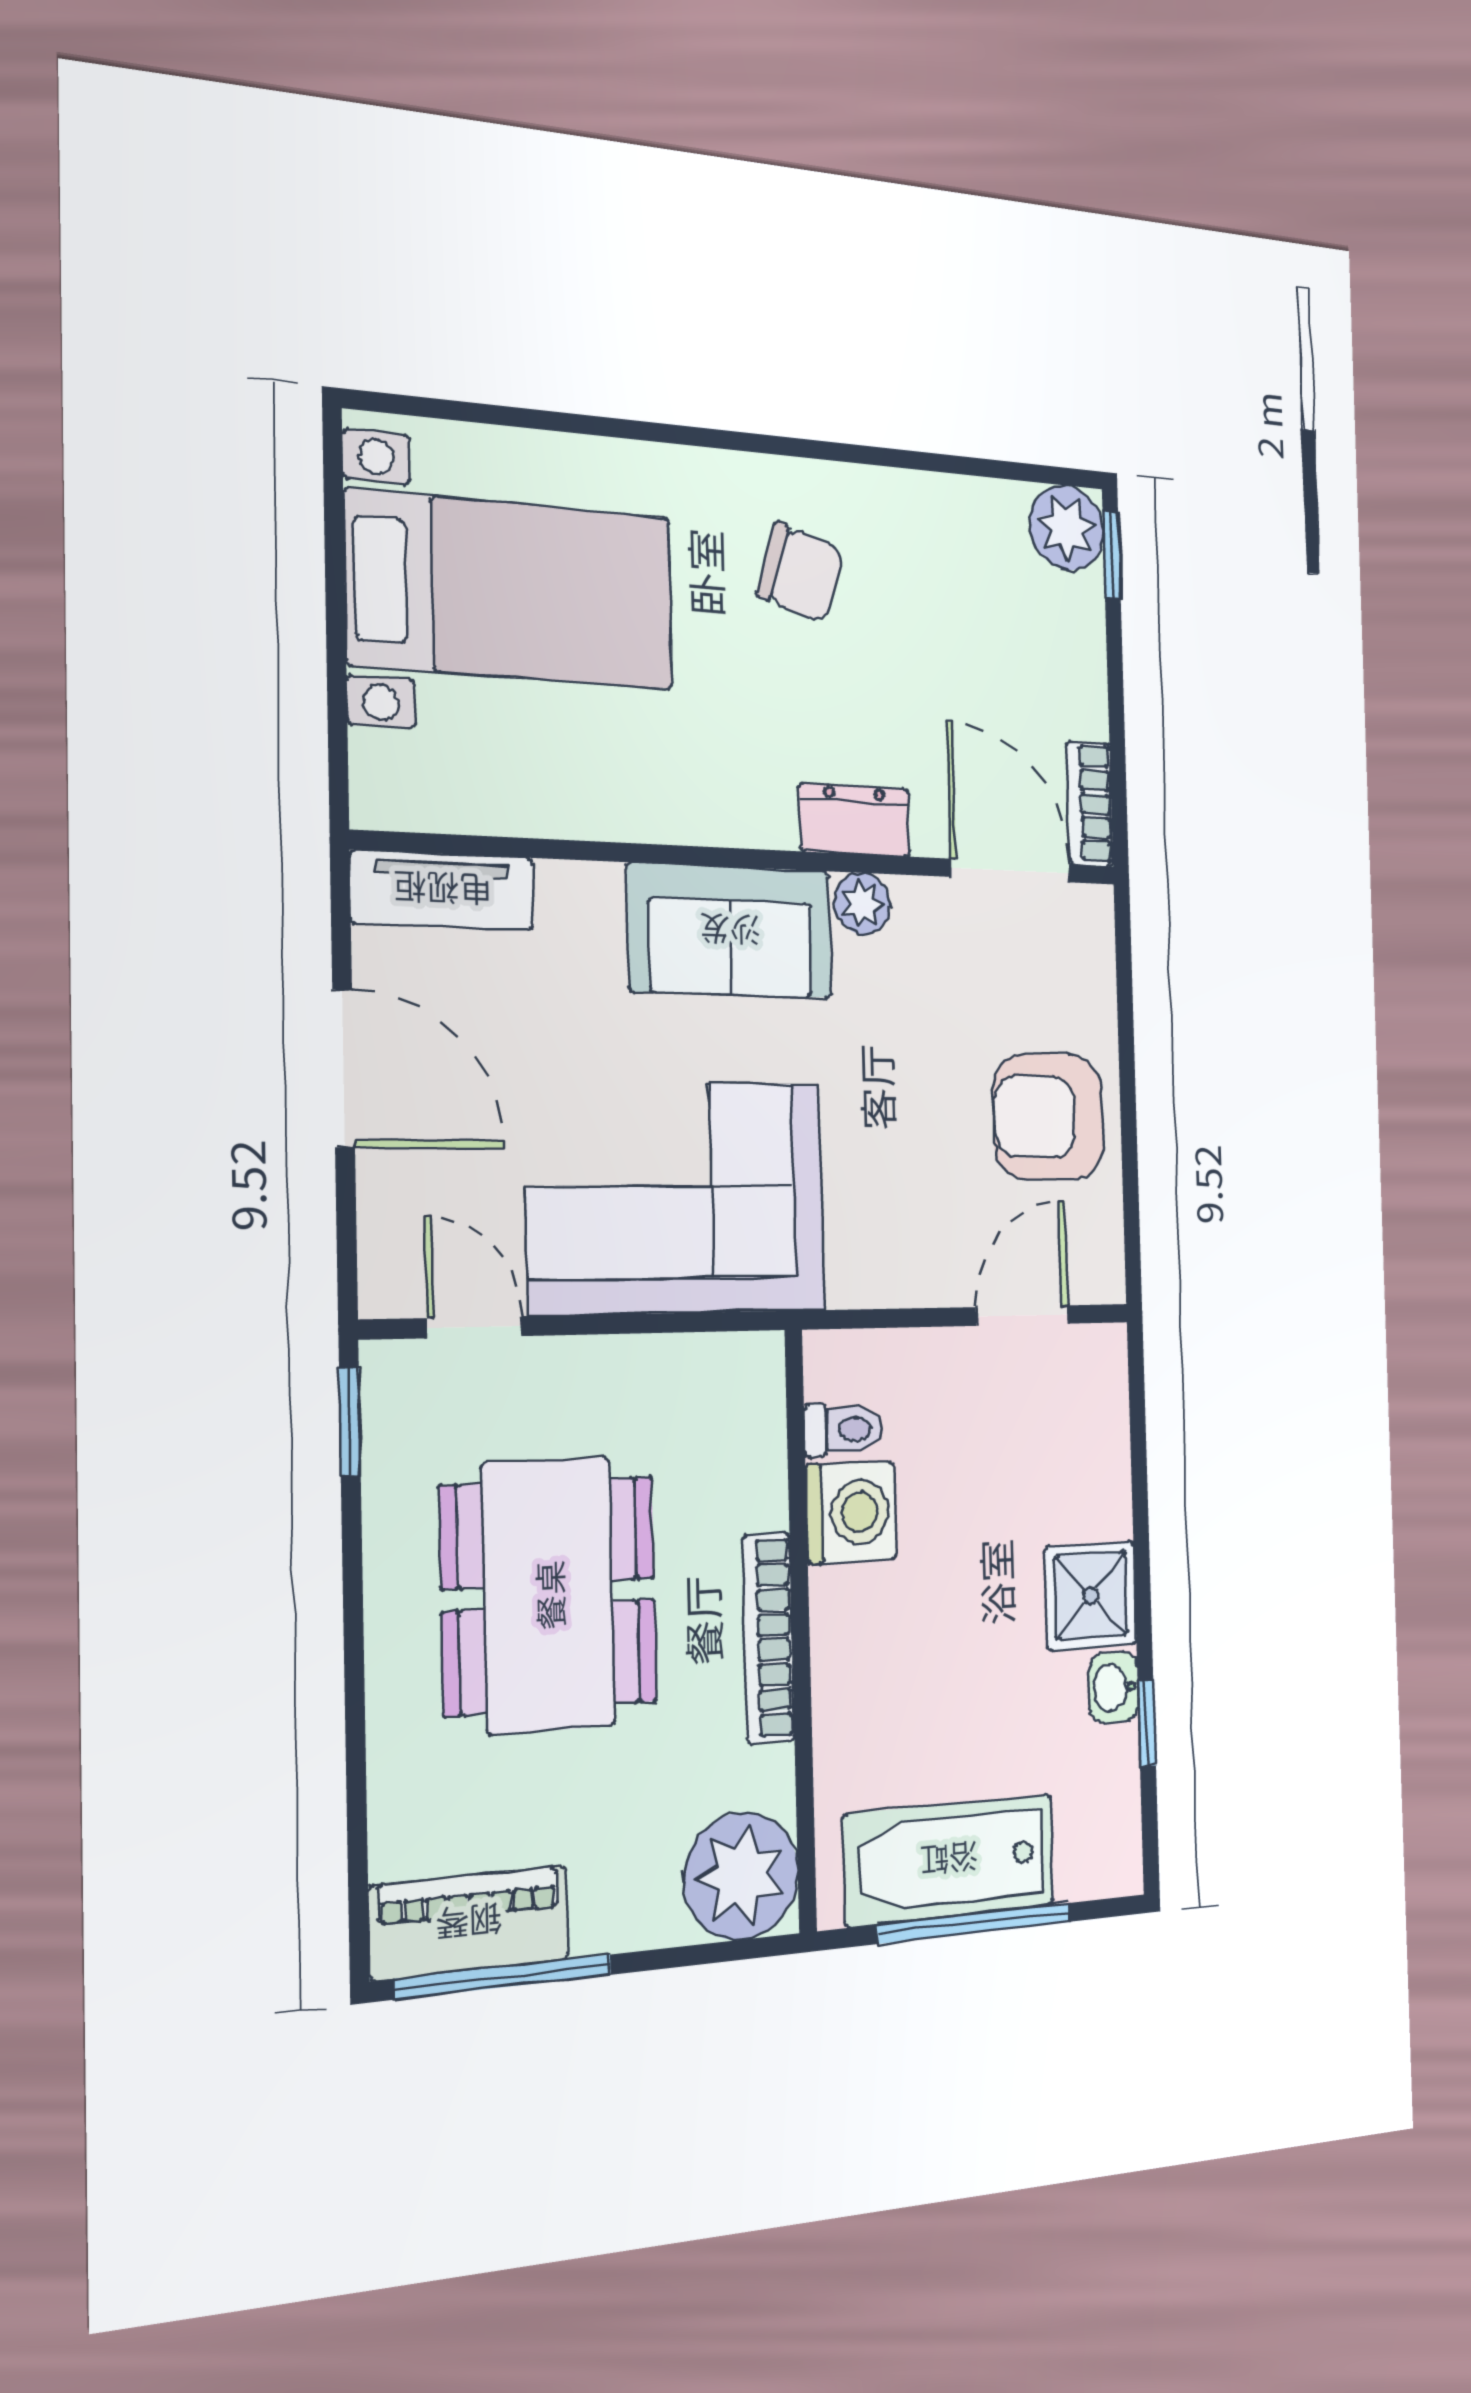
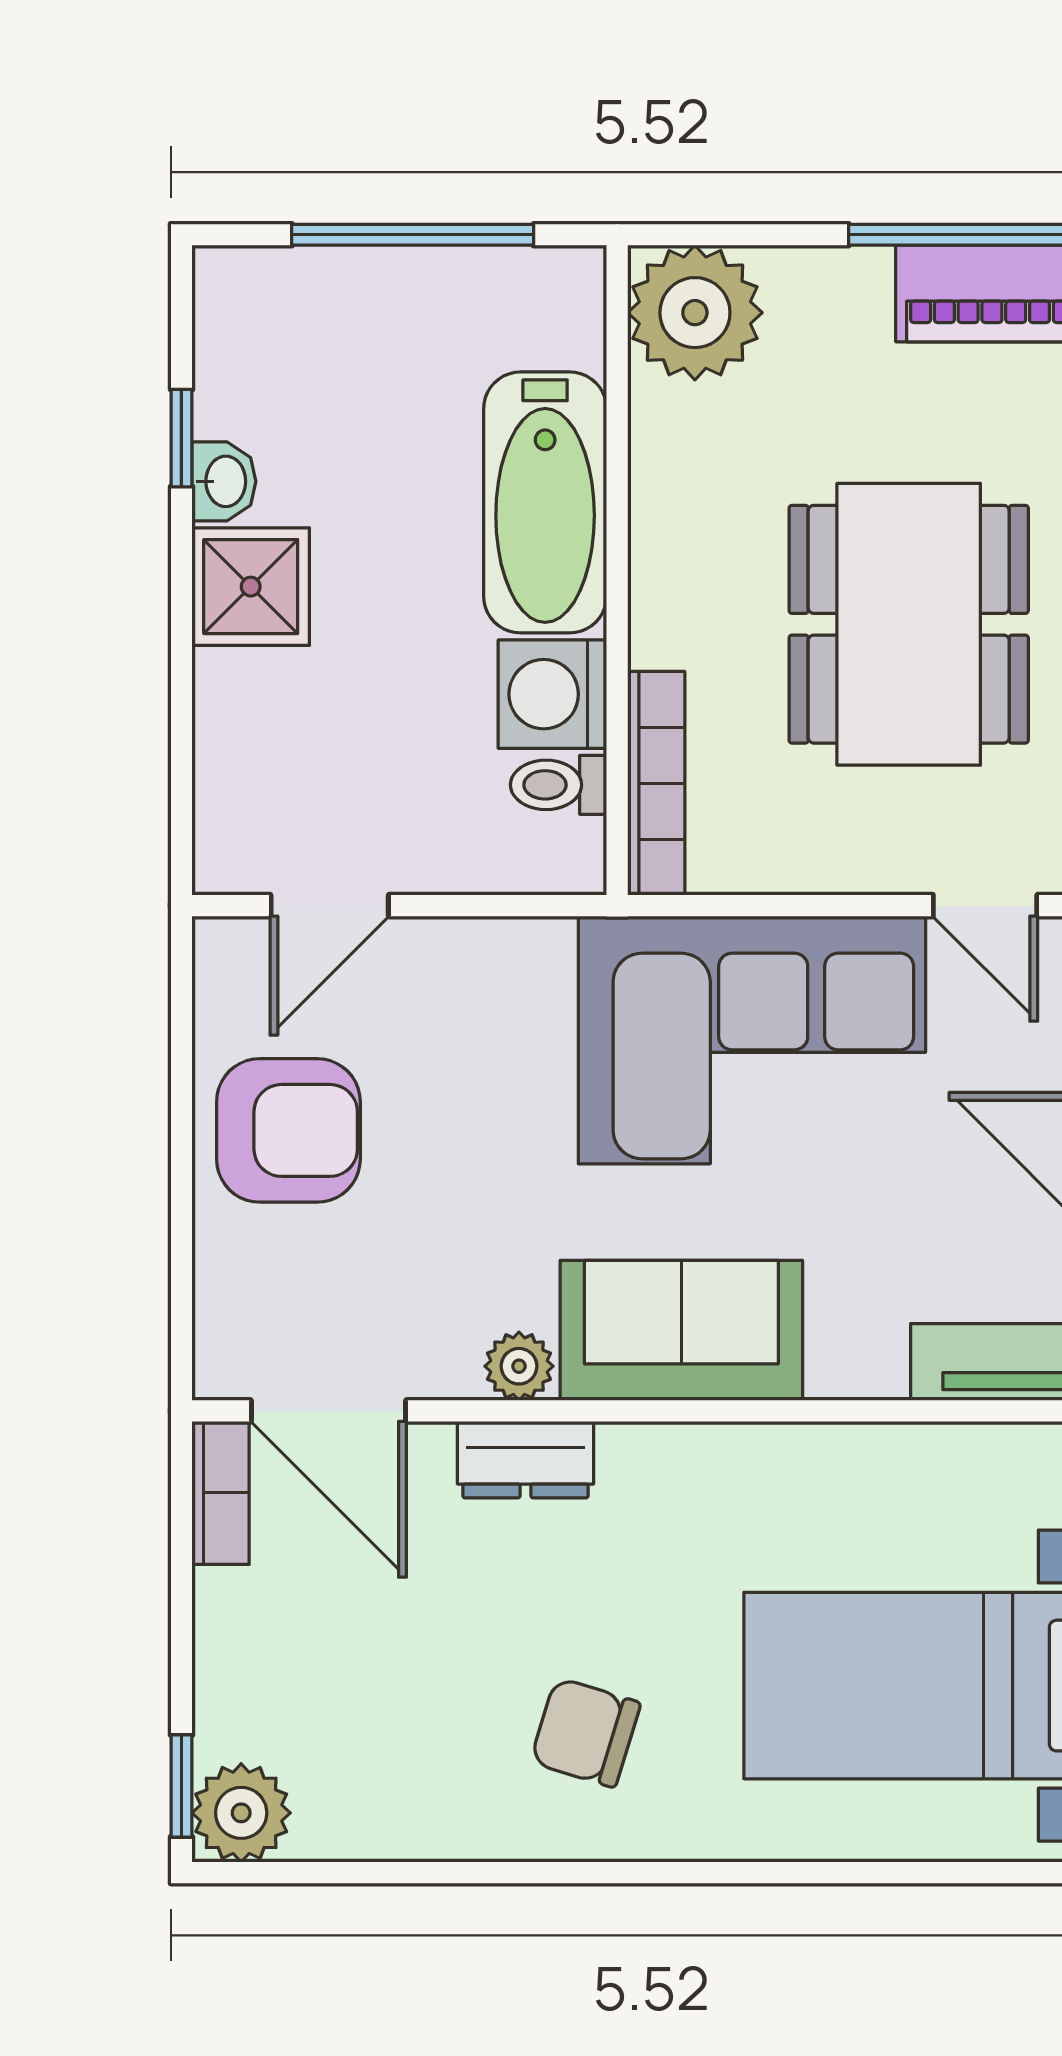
bookcase: (768, 1638) -> (656, 783), moved
bathtub: (949, 1860) -> (545, 502), moved, turned 90

